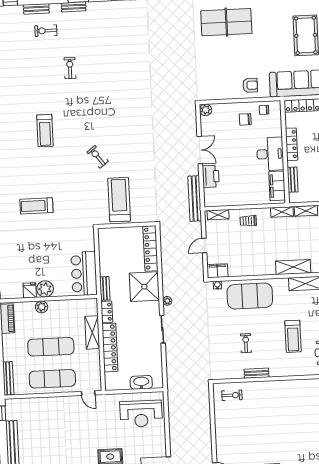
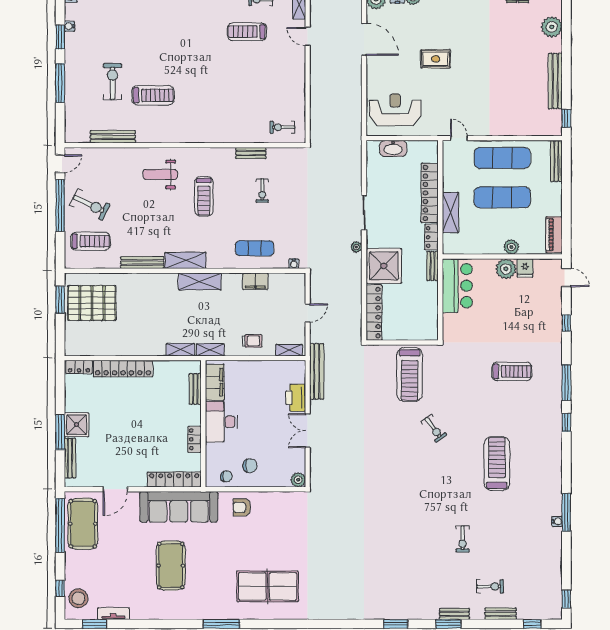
treadmill: (45, 131) -> (497, 464), width x1.37, depth x1.38
locker: (292, 144) -> (195, 439), width x0.66
filing cabinet: (217, 271) -> (255, 281), moved
exercise mat: (250, 296) -> (255, 248), width x0.50, depth x0.69
treadmill: (293, 336) -> (204, 196), turned 180

